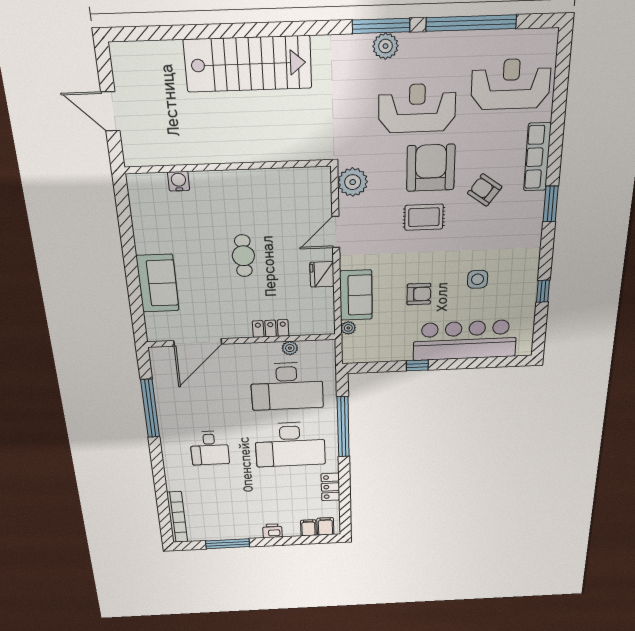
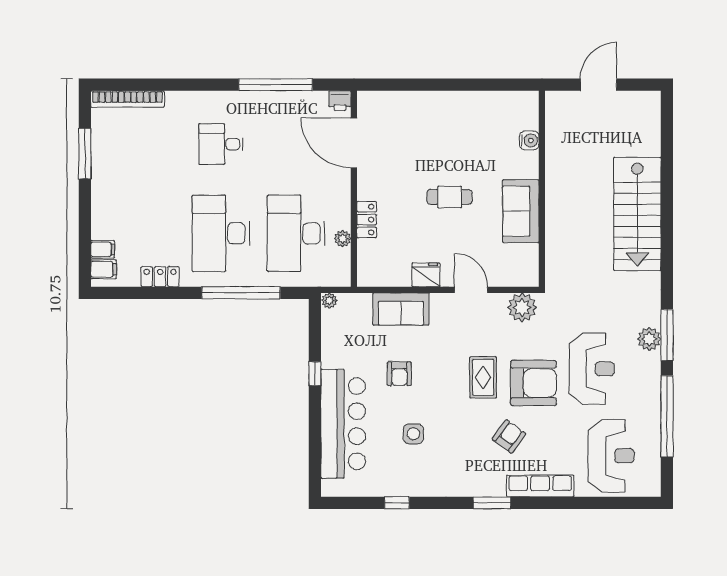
sofa: (158, 283) -> (521, 211), moved, turned 90
plant: (348, 328) -> (329, 300), moved
printer: (272, 531) -> (340, 101), moved, turned 90

